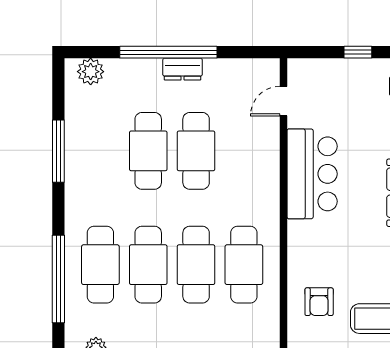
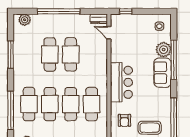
window: (358, 52) -> (126, 11), moved
dresser: (183, 69) -> (99, 19), moved
door: (283, 101) -> (109, 33), hinge flipped
bar counter: (312, 174) -> (121, 82), moved

